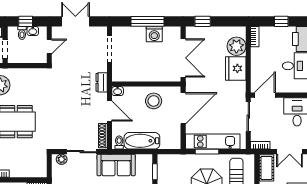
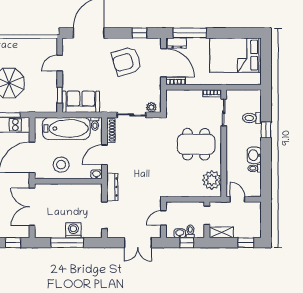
washing machine: (154, 34) -> (73, 230), moved
dresser: (102, 82) -> (112, 187), width x1.44
door: (109, 111) -> (104, 155), hinge flipped
bathtub: (142, 141) -> (66, 128), width x1.36, depth x1.36
sofa: (116, 165) -> (81, 102), moved

